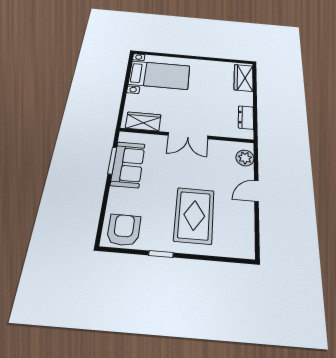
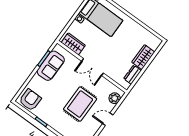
wardrobe: (244, 78) -> (143, 57), moved
rug: (194, 215) -> (80, 104), moved

